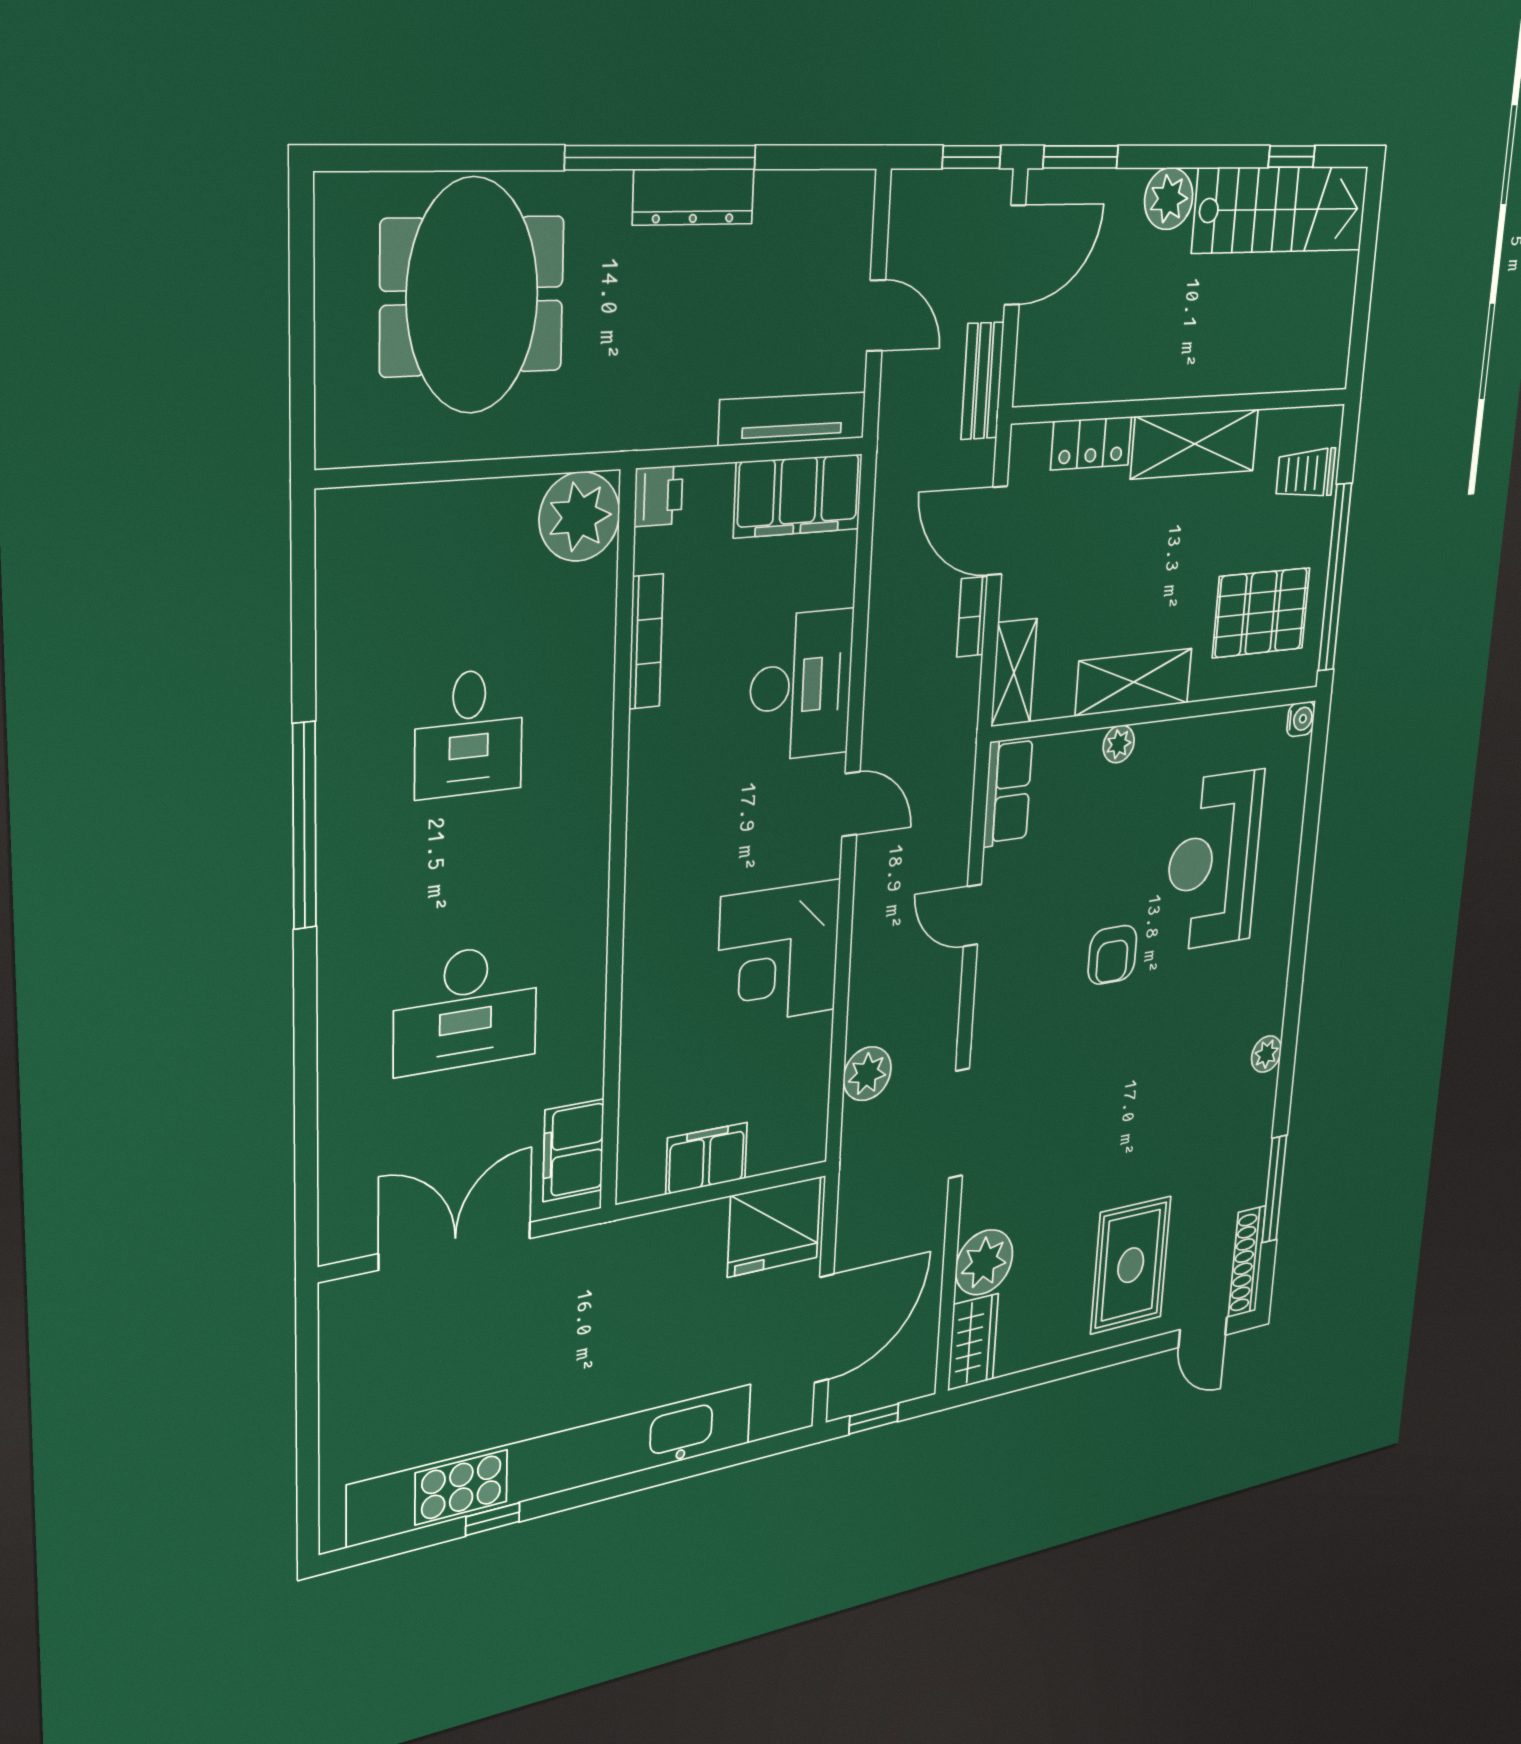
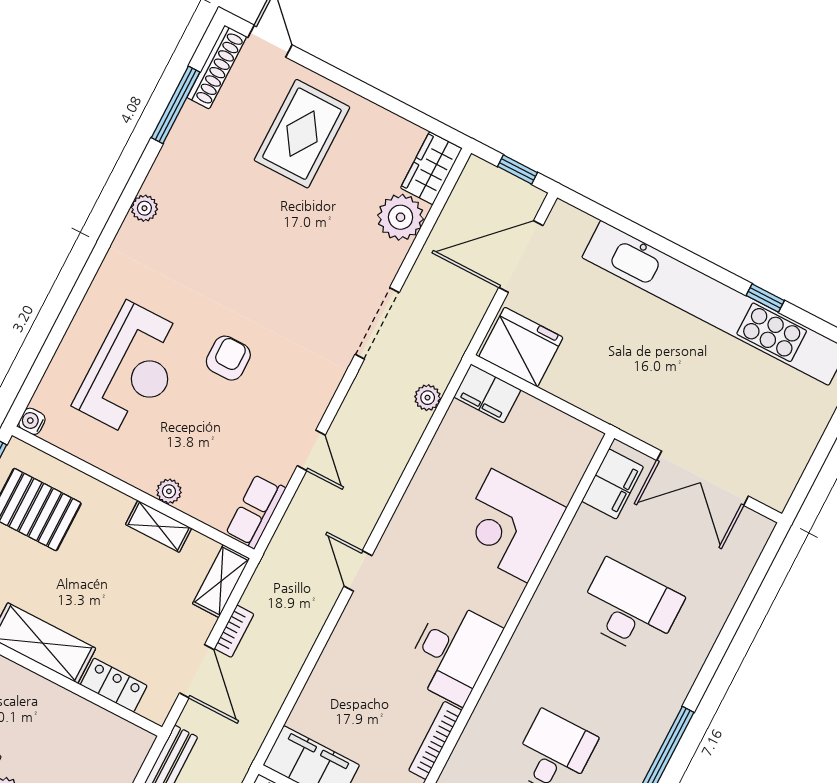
shelving: (1134, 682) -> (159, 526), width x0.67, depth x0.75
desk: (801, 686) -> (453, 652), moved, turned 180
corner desk: (778, 954) -> (510, 526), moved, turned 180
plant: (867, 1074) -> (428, 398), width x0.73, depth x0.73
filing cabinet: (707, 1158) -> (487, 393), moved

